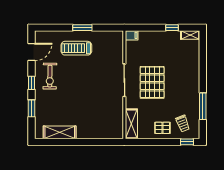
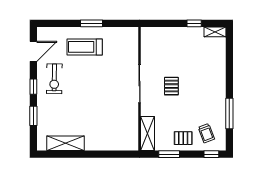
filing cabinet: (132, 35) -> (148, 32), removed
pallet: (152, 82) -> (171, 86), width x0.49, depth x0.50
window: (150, 142) -> (169, 154), added

